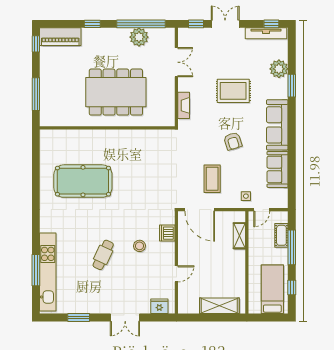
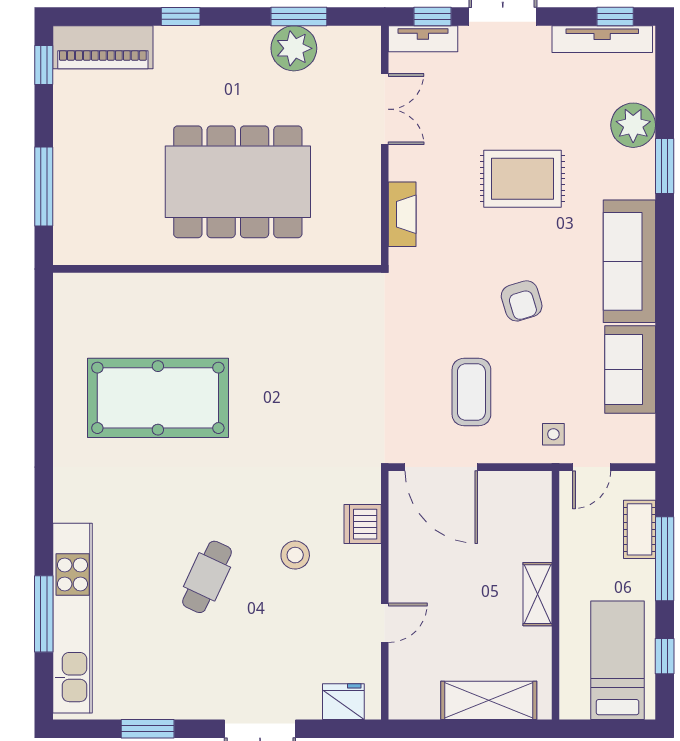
window: (141, 24) -> (299, 16), width x0.47
tv unit: (192, 33) -> (423, 39), added
shelving: (239, 236) -> (537, 594), moved

